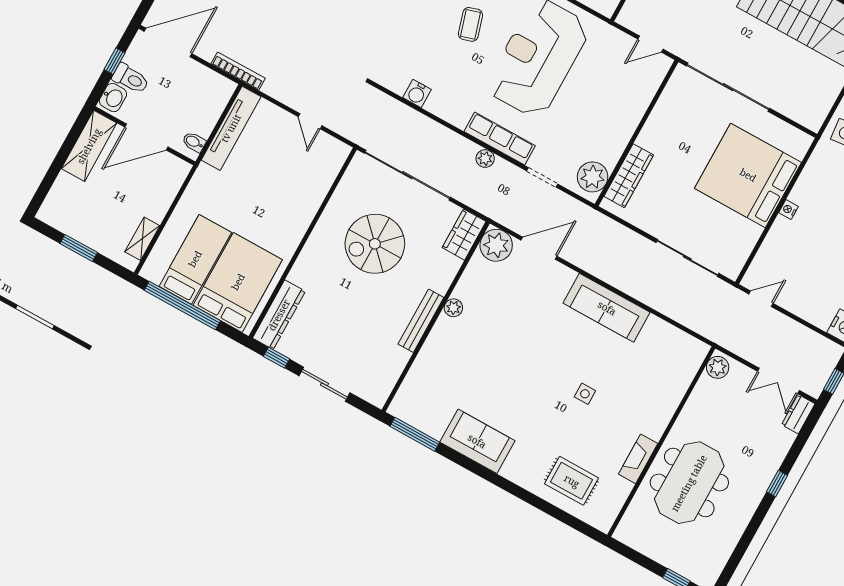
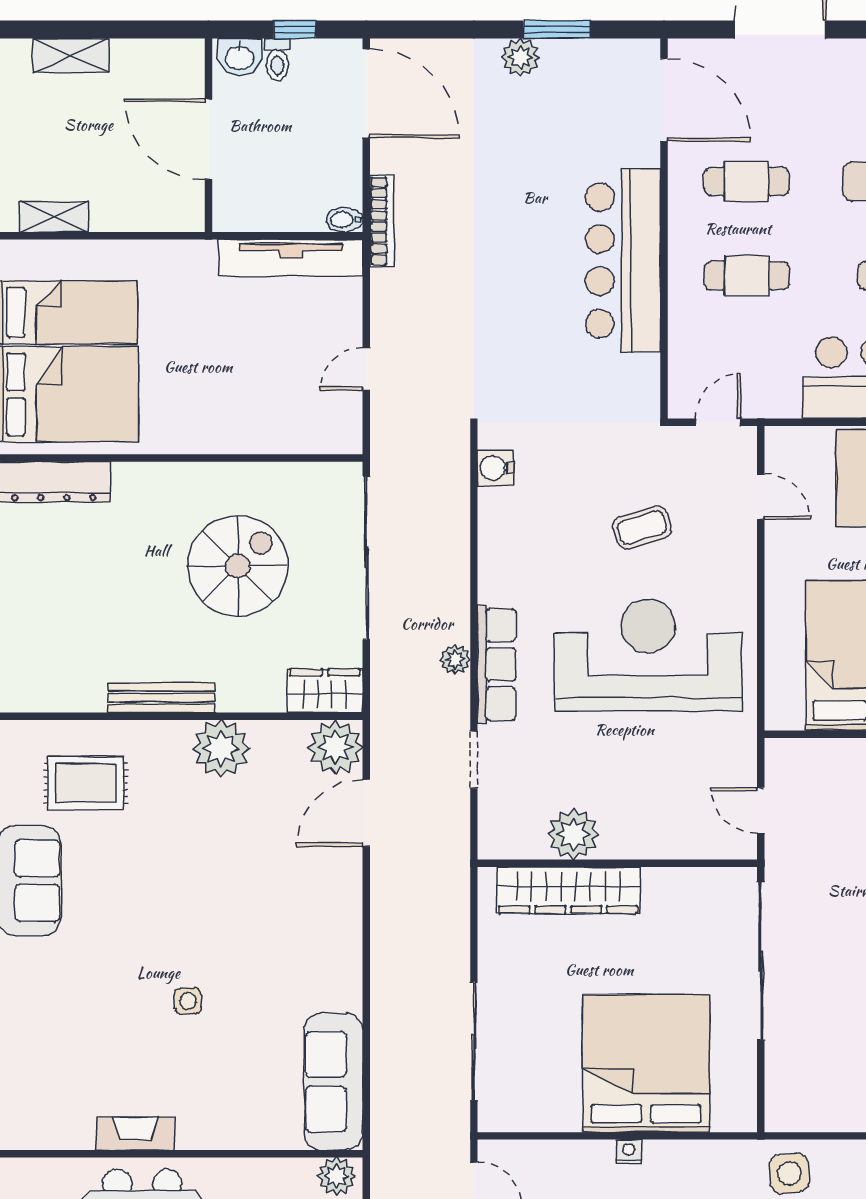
toilet: (131, 79) -> (277, 60), width x0.73, depth x0.72
water cooler: (417, 94) -> (495, 468), moved
bidet: (194, 142) -> (344, 220), moved, turned -90
shelving: (89, 146) -> (71, 56), moved, width x0.67, depth x0.75
wardrobe: (629, 176) -> (568, 890), width x1.40, depth x1.17
plant: (593, 177) -> (573, 834), moved
spiral stairs: (375, 244) -> (238, 566), turned 90
door: (539, 248) -> (366, 813), swing flipped
plant: (453, 308) -> (221, 749), width x1.88, depth x1.88
sofa: (607, 308) -> (334, 1082), moved
rug: (572, 481) -> (86, 783), moved, turned 90

